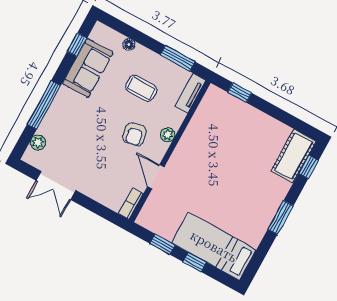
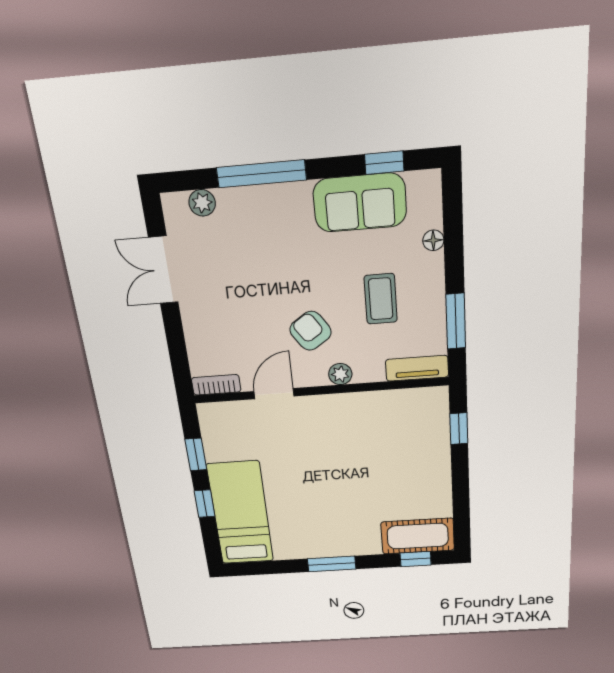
armchair: (135, 134) -> (311, 331), turned 69

